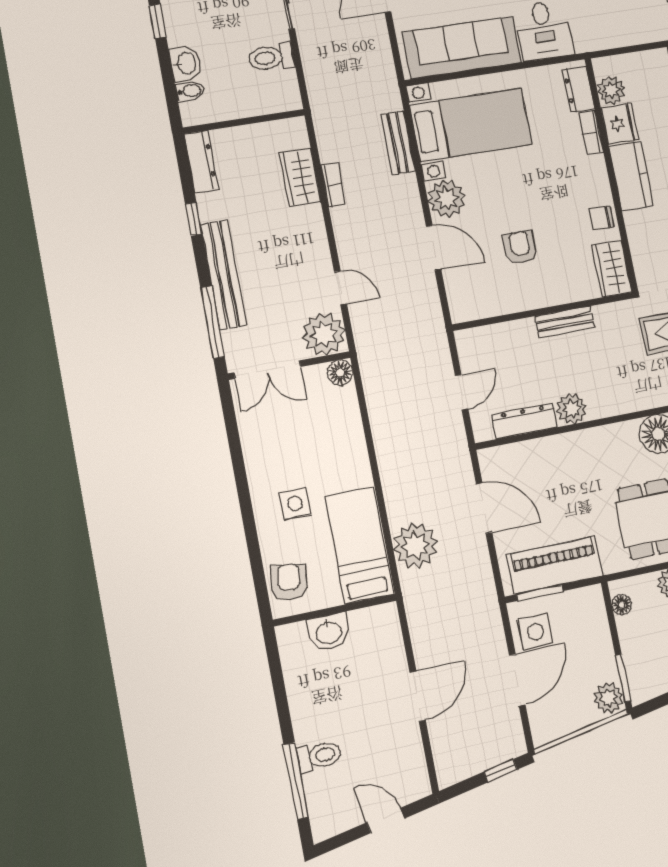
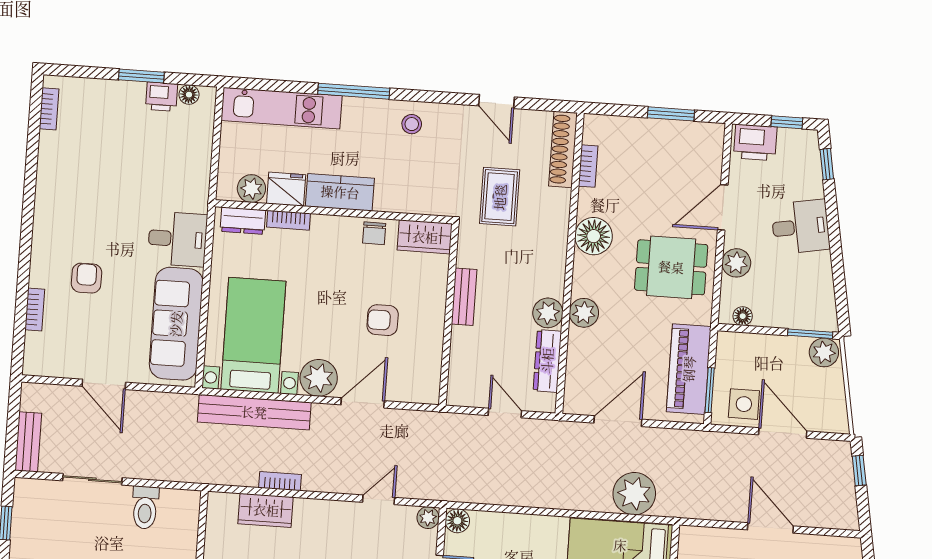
bench: (398, 143) -> (254, 412), width x1.86, depth x1.21
plant: (324, 334) -> (428, 518), width x0.53, depth x0.53
plant: (582, 445) -> (584, 313), added

